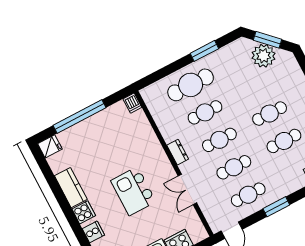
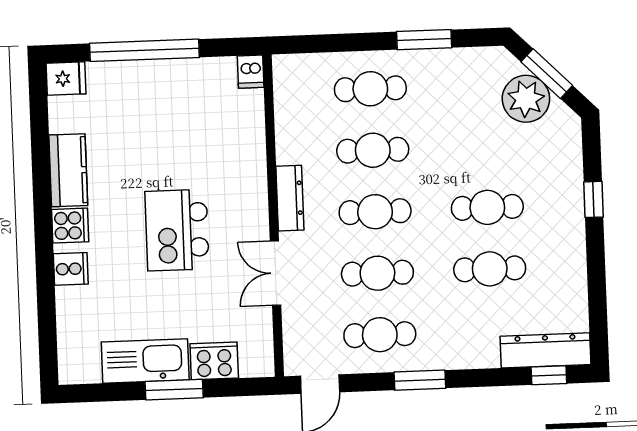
cafe table: (191, 85) -> (370, 89), width x0.73, depth x0.74
dresser: (178, 152) -> (290, 198), width x1.44

